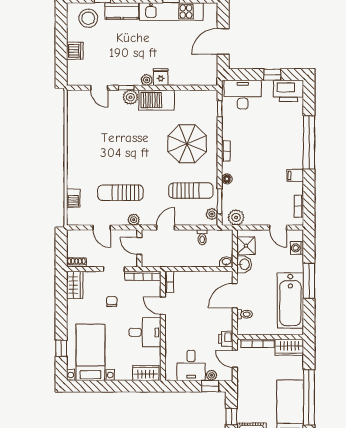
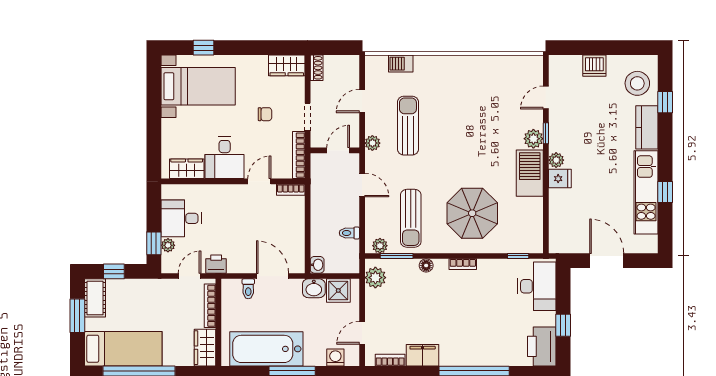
filing cabinet: (295, 175) -> (423, 355), width x2.00
wardrobe: (146, 373) -> (187, 169), moved, turned -90

